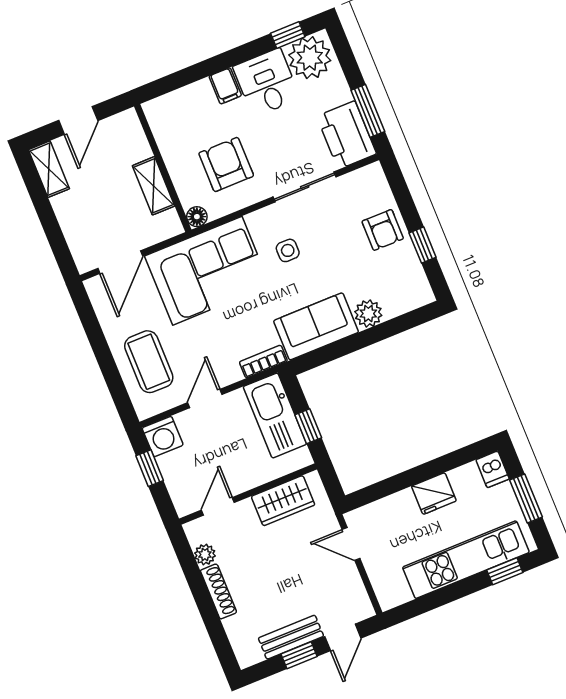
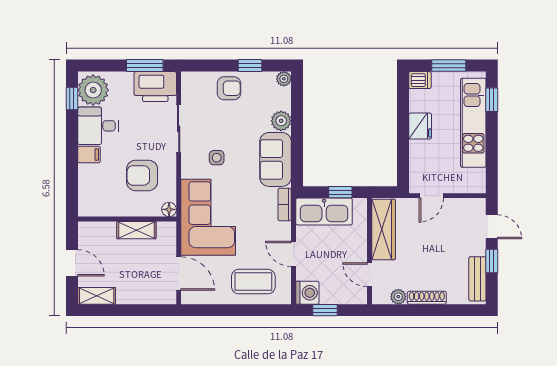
plant: (423, 295) -> (284, 79), added
wardrobe: (283, 501) -> (384, 229), width x1.50
bench: (291, 637) -> (477, 279), moved

